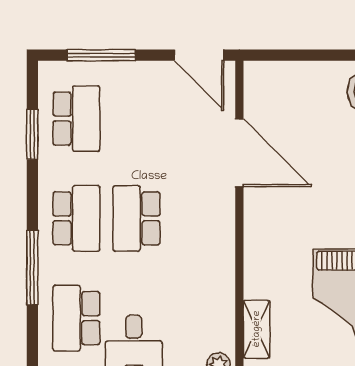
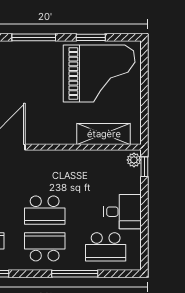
shelving: (257, 329) -> (104, 134), width x1.50, depth x1.33

